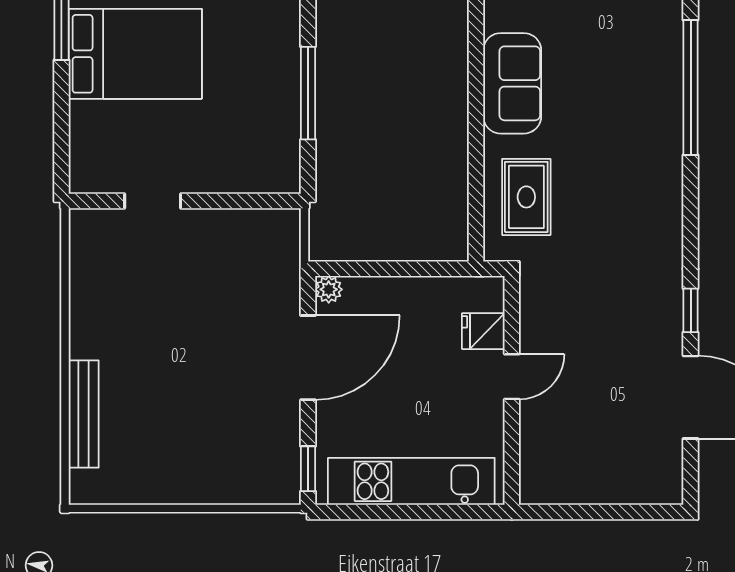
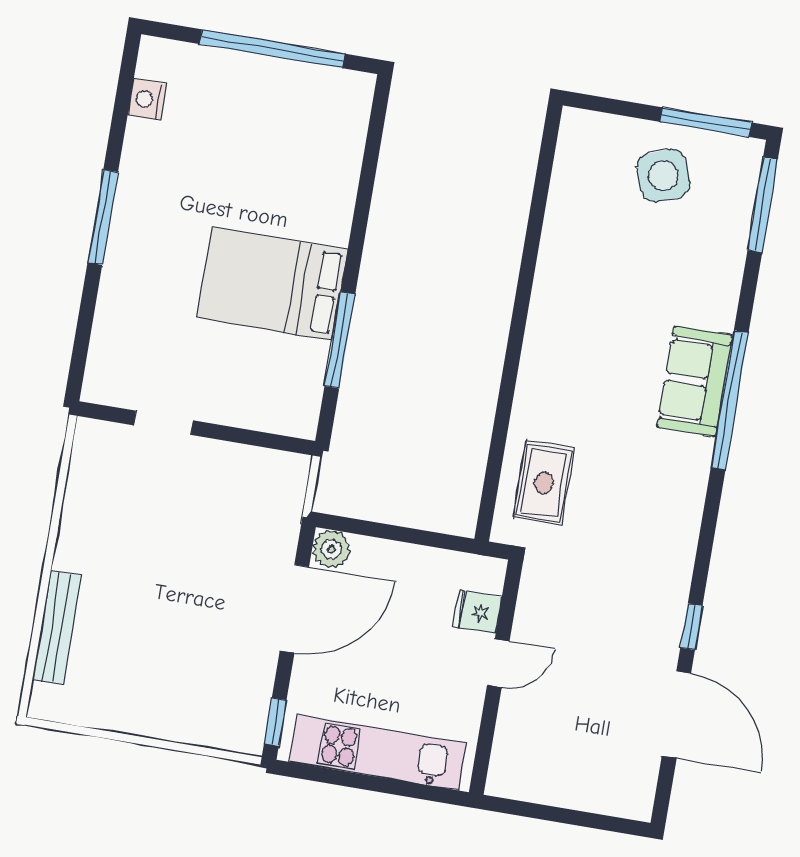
bed: (135, 54) -> (272, 284), moved, turned 180
sofa: (512, 83) -> (695, 381), moved, turned 180
plant: (329, 289) -> (331, 549), width x1.38, depth x1.38

